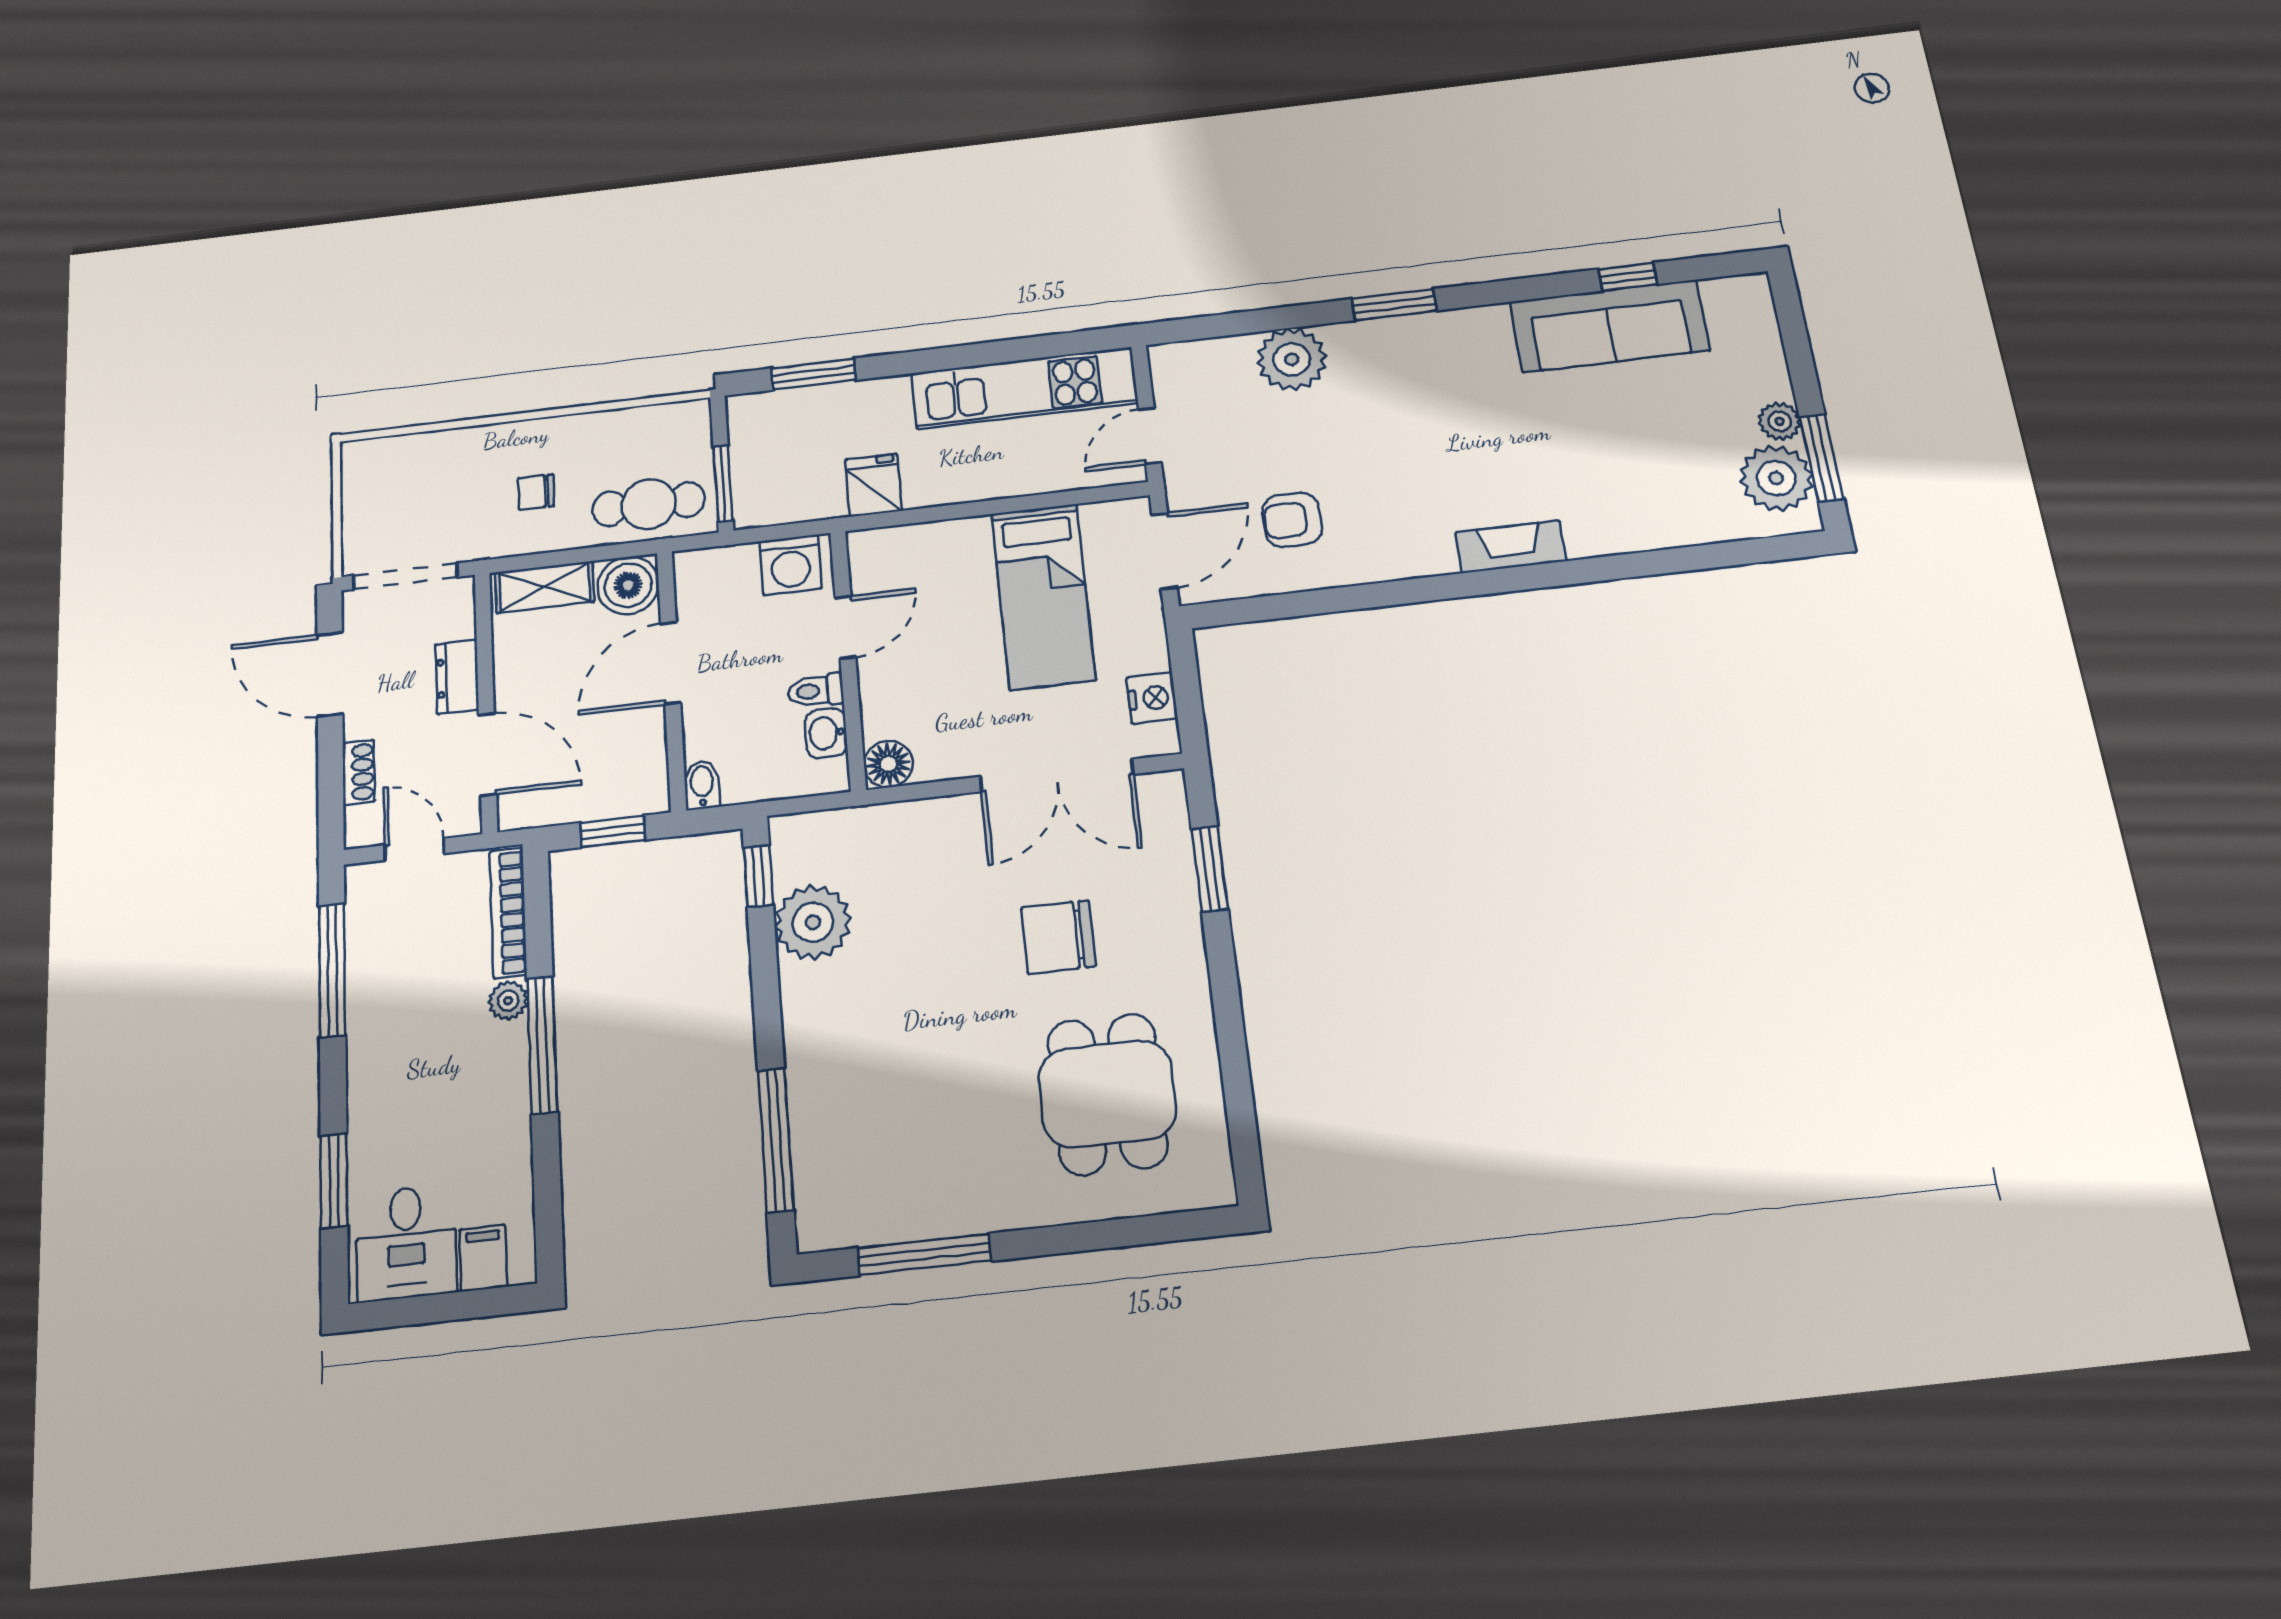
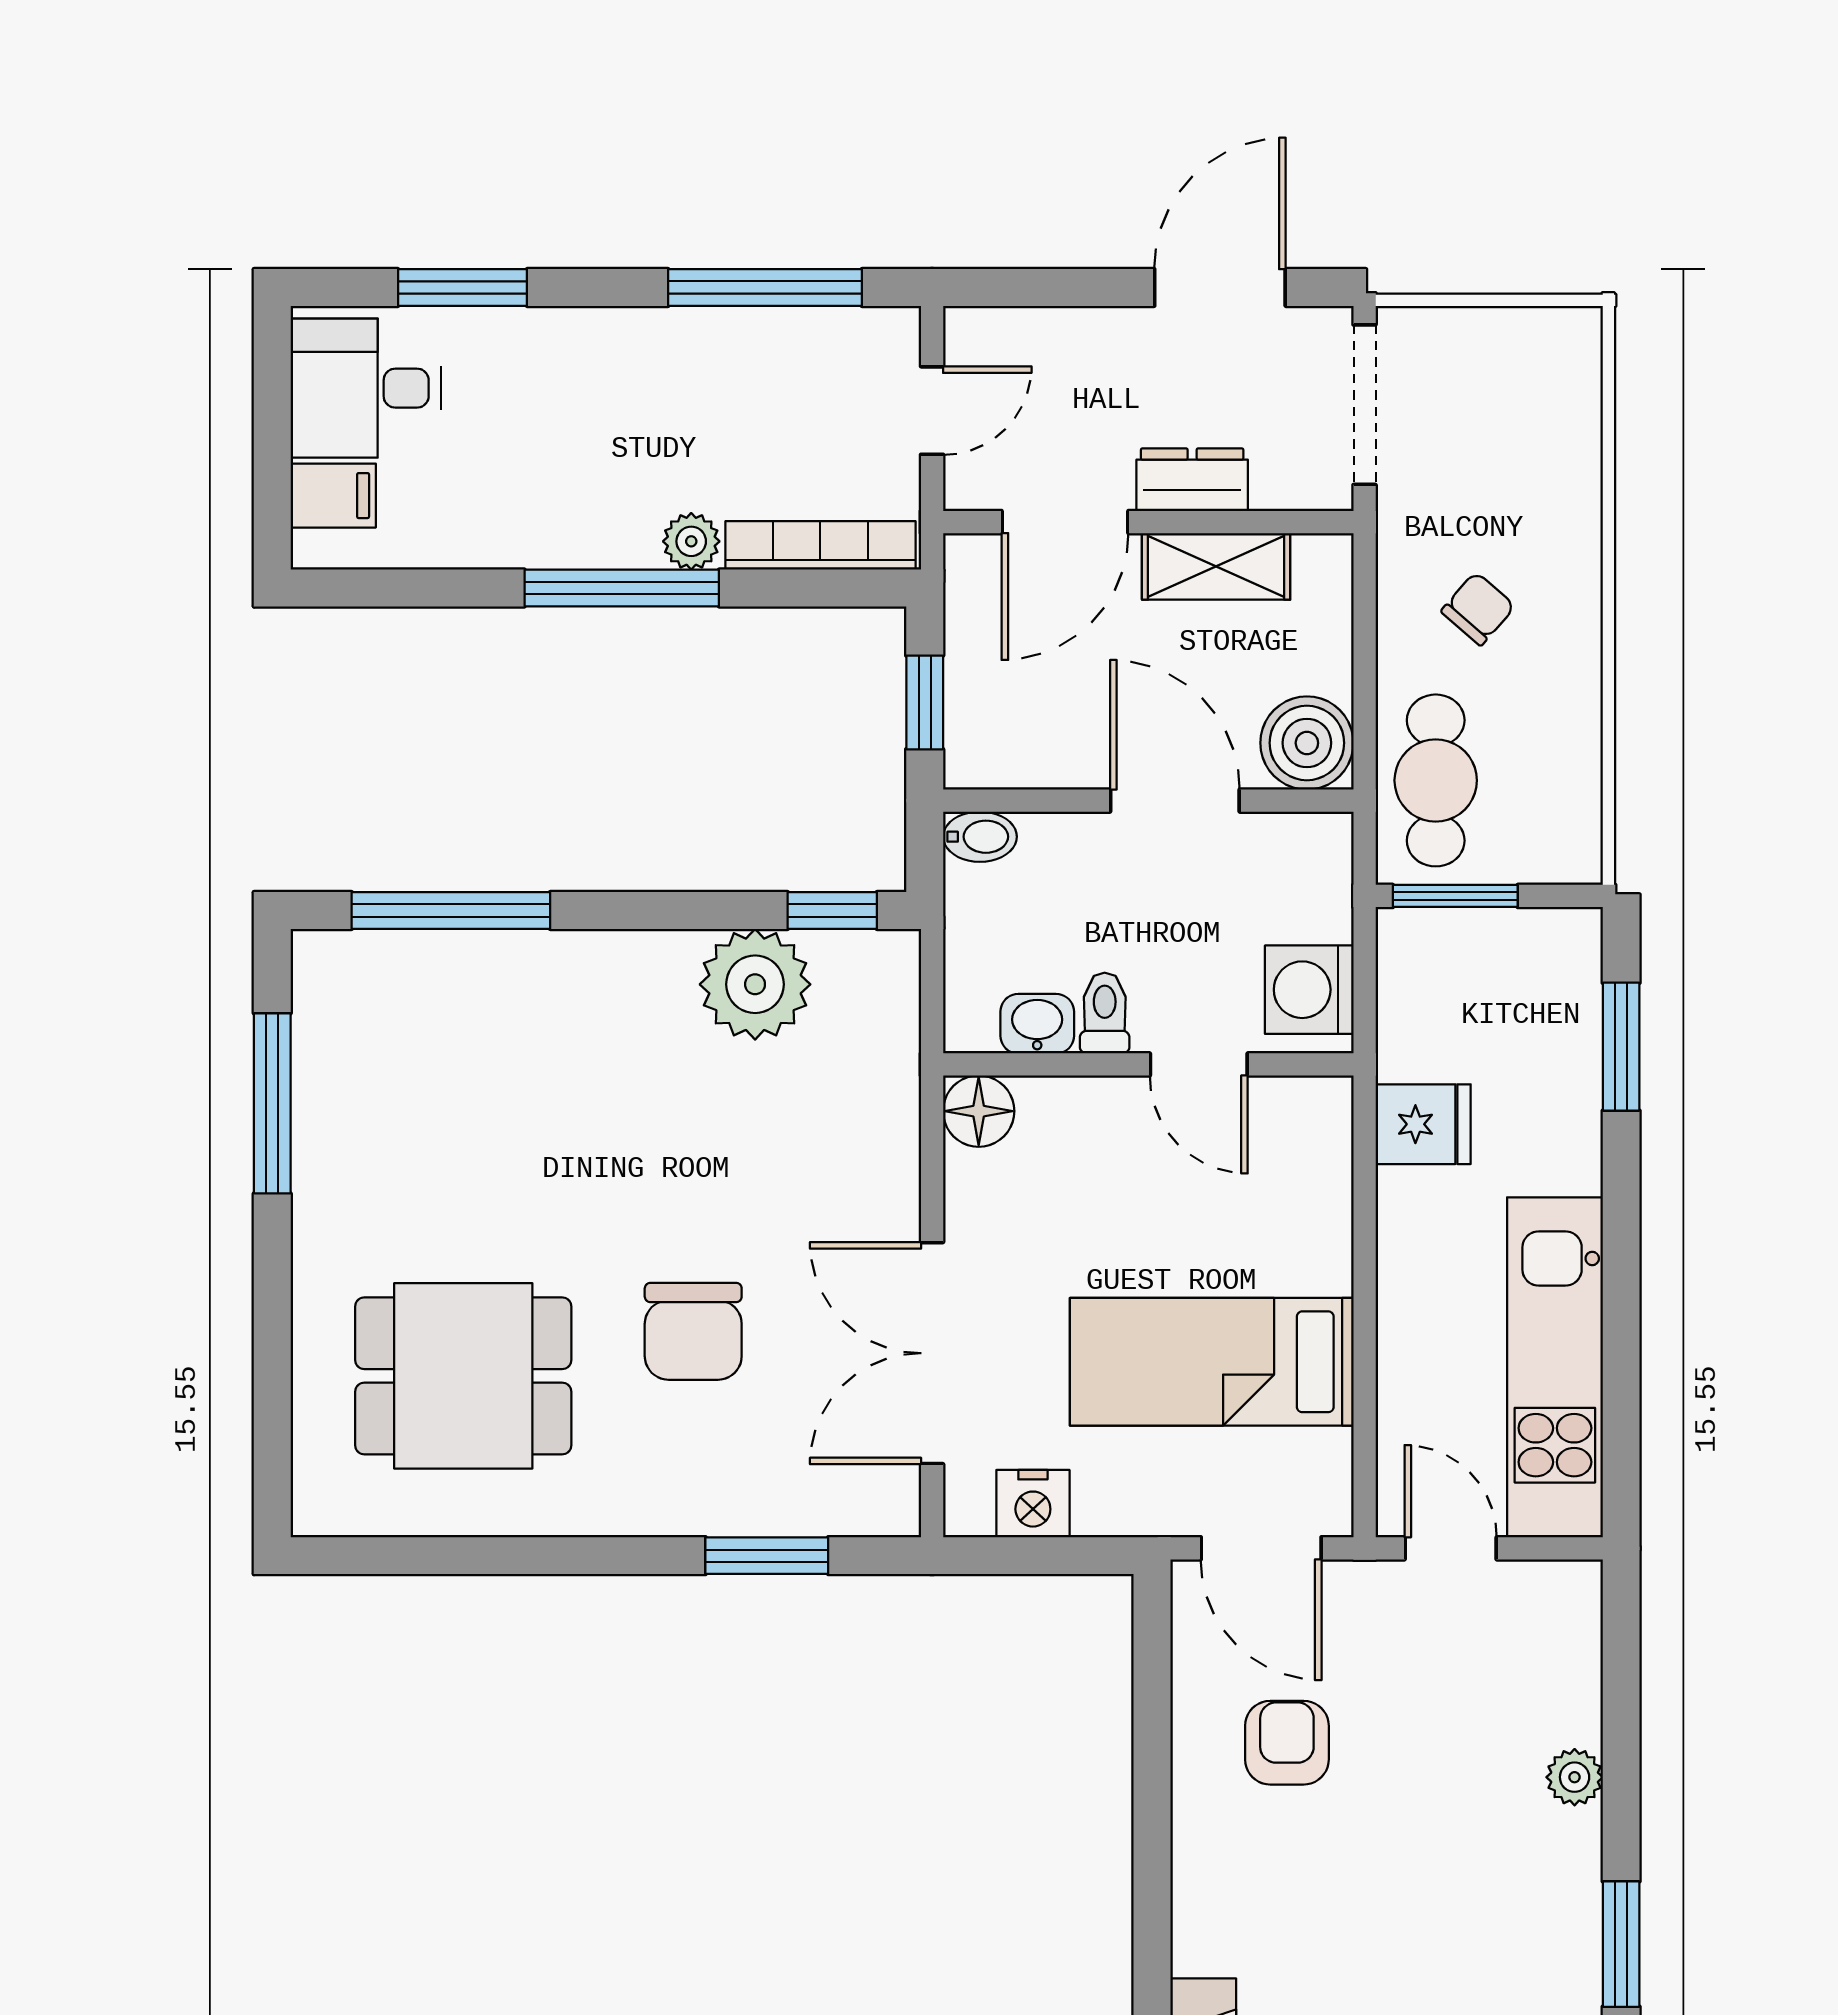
plant: (1292, 359) -> (1575, 1777), width x0.53, depth x0.53
chair: (536, 492) -> (1478, 609), turned 41
shelving: (545, 587) -> (1216, 566), moved, turned 90
shoe rack: (359, 772) -> (1060, 329), removed
chair: (1058, 937) -> (693, 1331), turned 180

